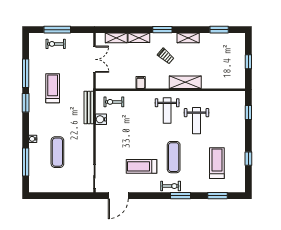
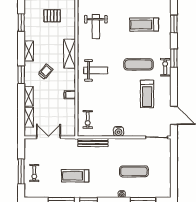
pallet: (227, 63) -> (52, 16), added
water cooler: (101, 119) -> (119, 131), moved
weight bench: (196, 121) -> (96, 27), moved, turned 90

